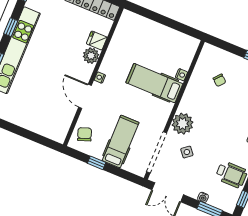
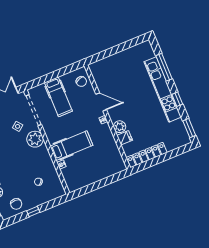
window: (97, 163) -> (60, 73), removed

